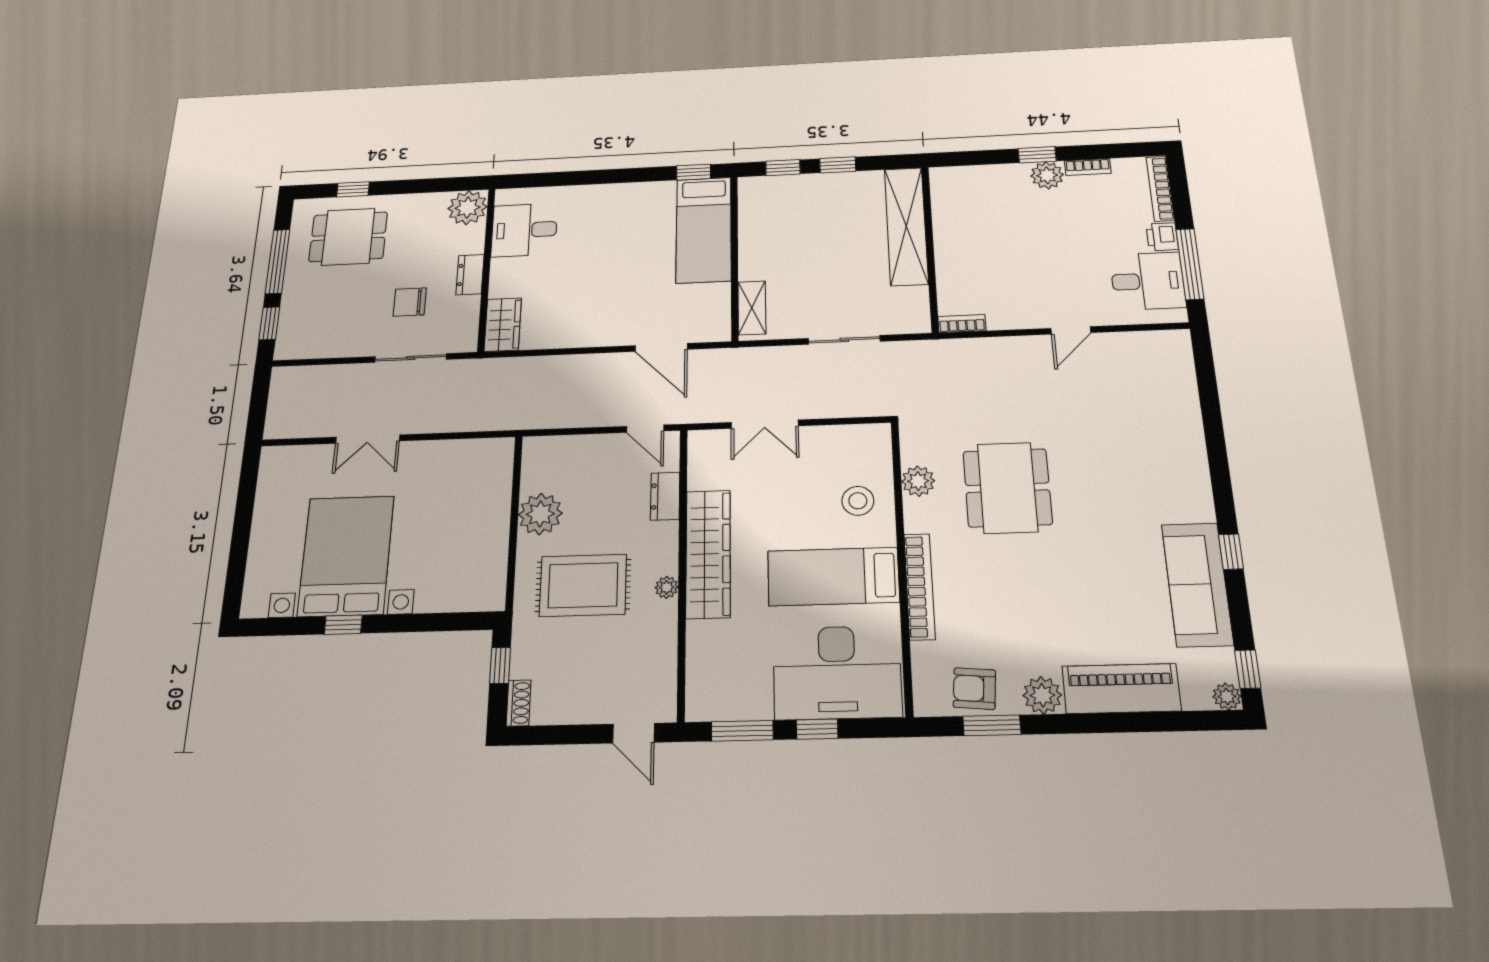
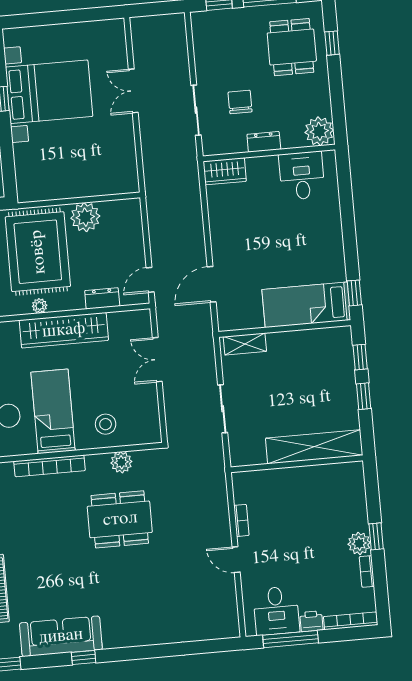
bookcase: (962, 324) -> (241, 520), moved
rug: (583, 585) -> (38, 252), width x1.37, depth x1.44

